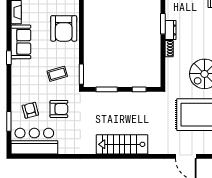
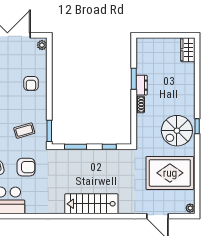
armchair: (64, 28) -> (31, 84), width x0.53, depth x0.53

